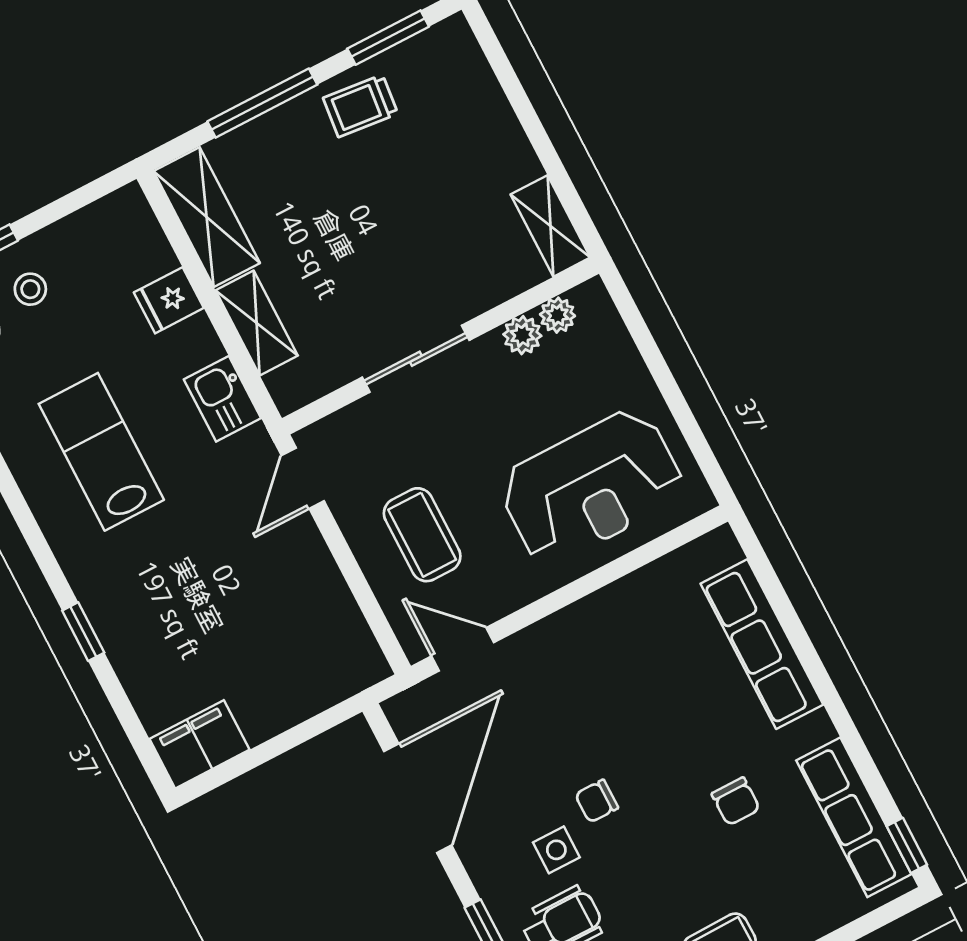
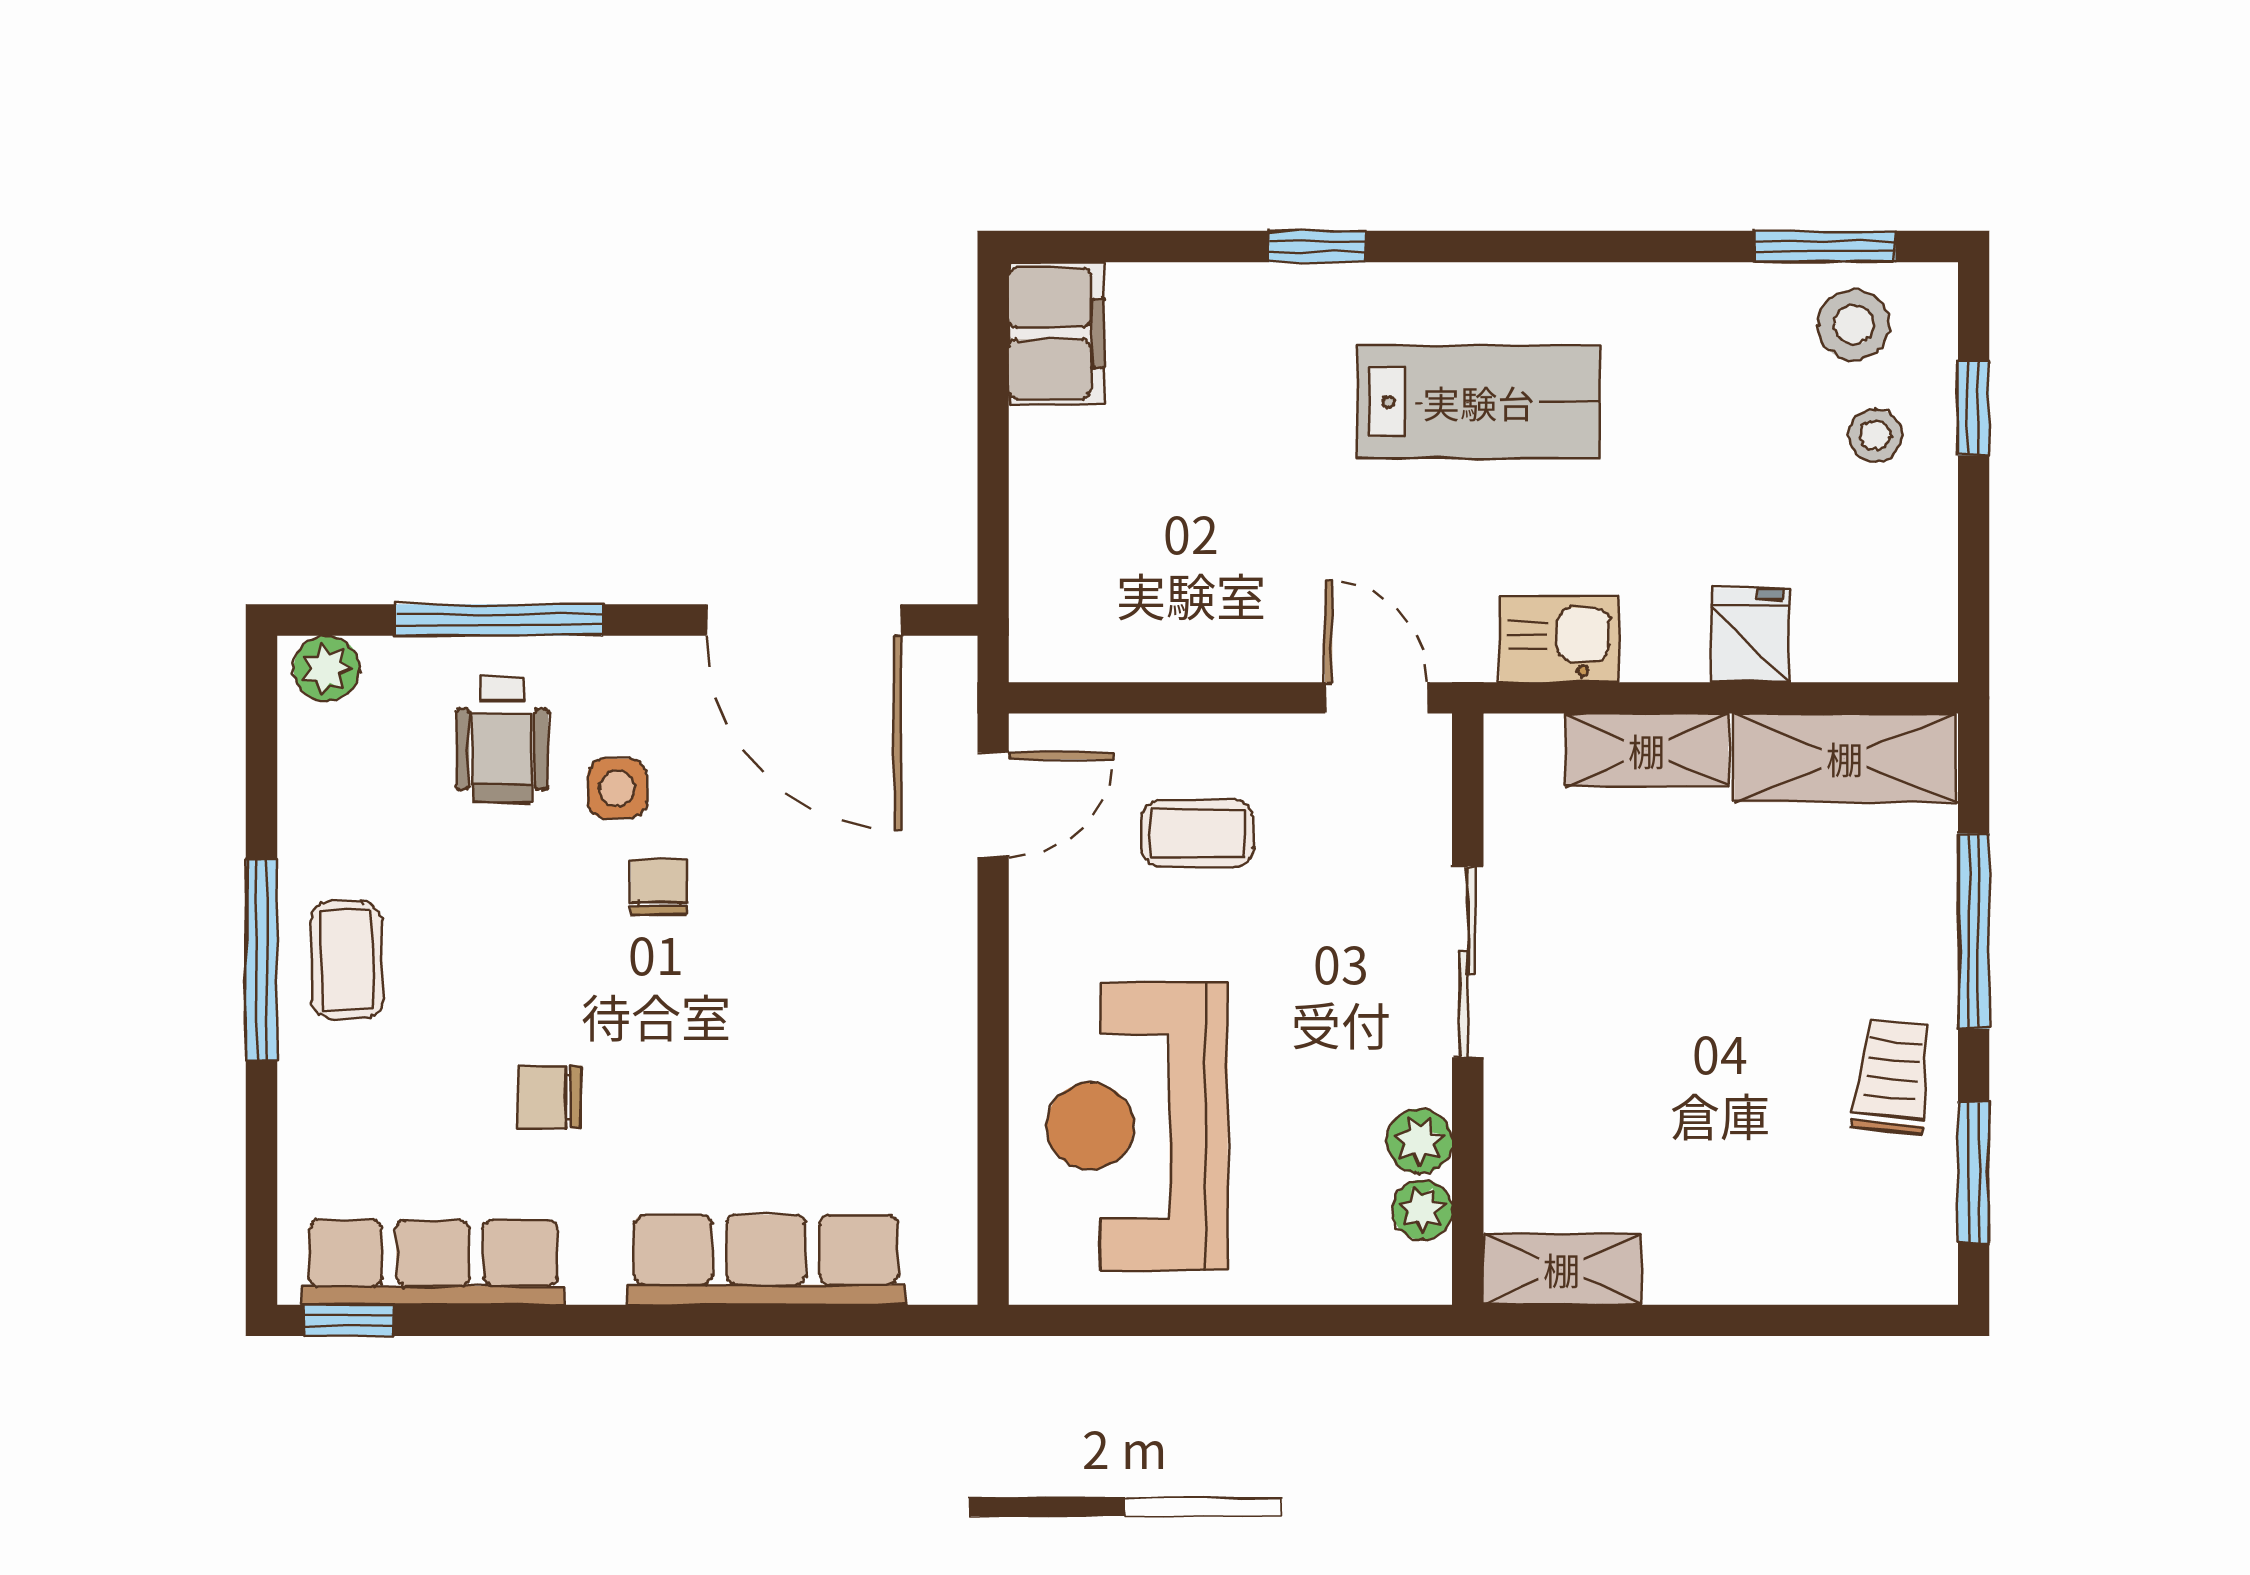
lab bench: (101, 452) -> (1479, 402), moved
coffee table: (422, 535) -> (1197, 833), width x0.73, depth x0.77

